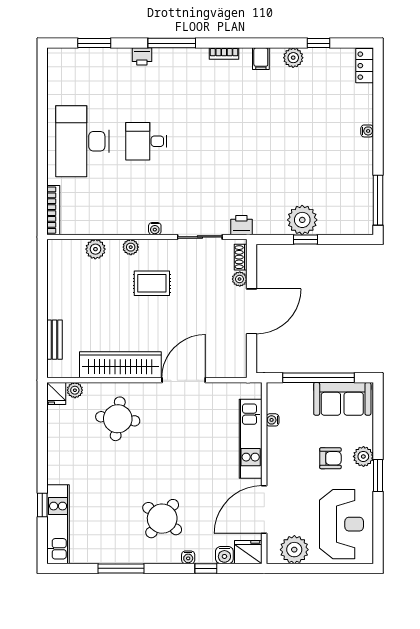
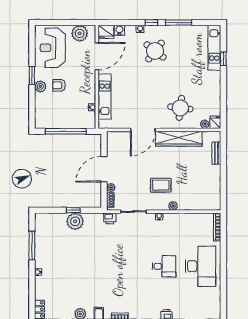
window: (378, 200) -> (32, 246), moved
plant: (95, 249) -> (193, 205), removed
sofa: (342, 399) -> (52, 119), removed
window: (206, 568) -> (151, 23), moved

